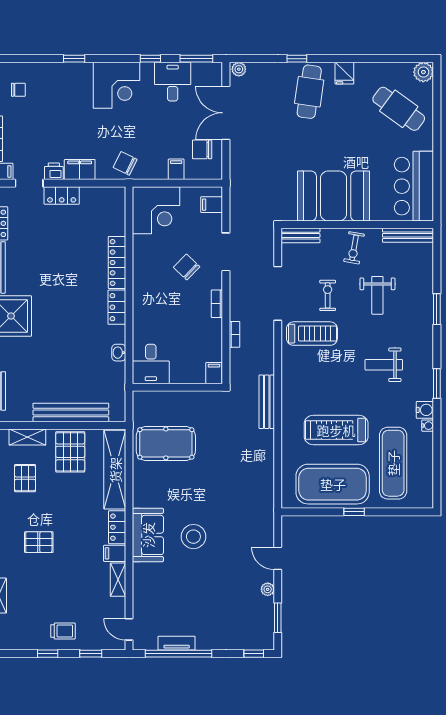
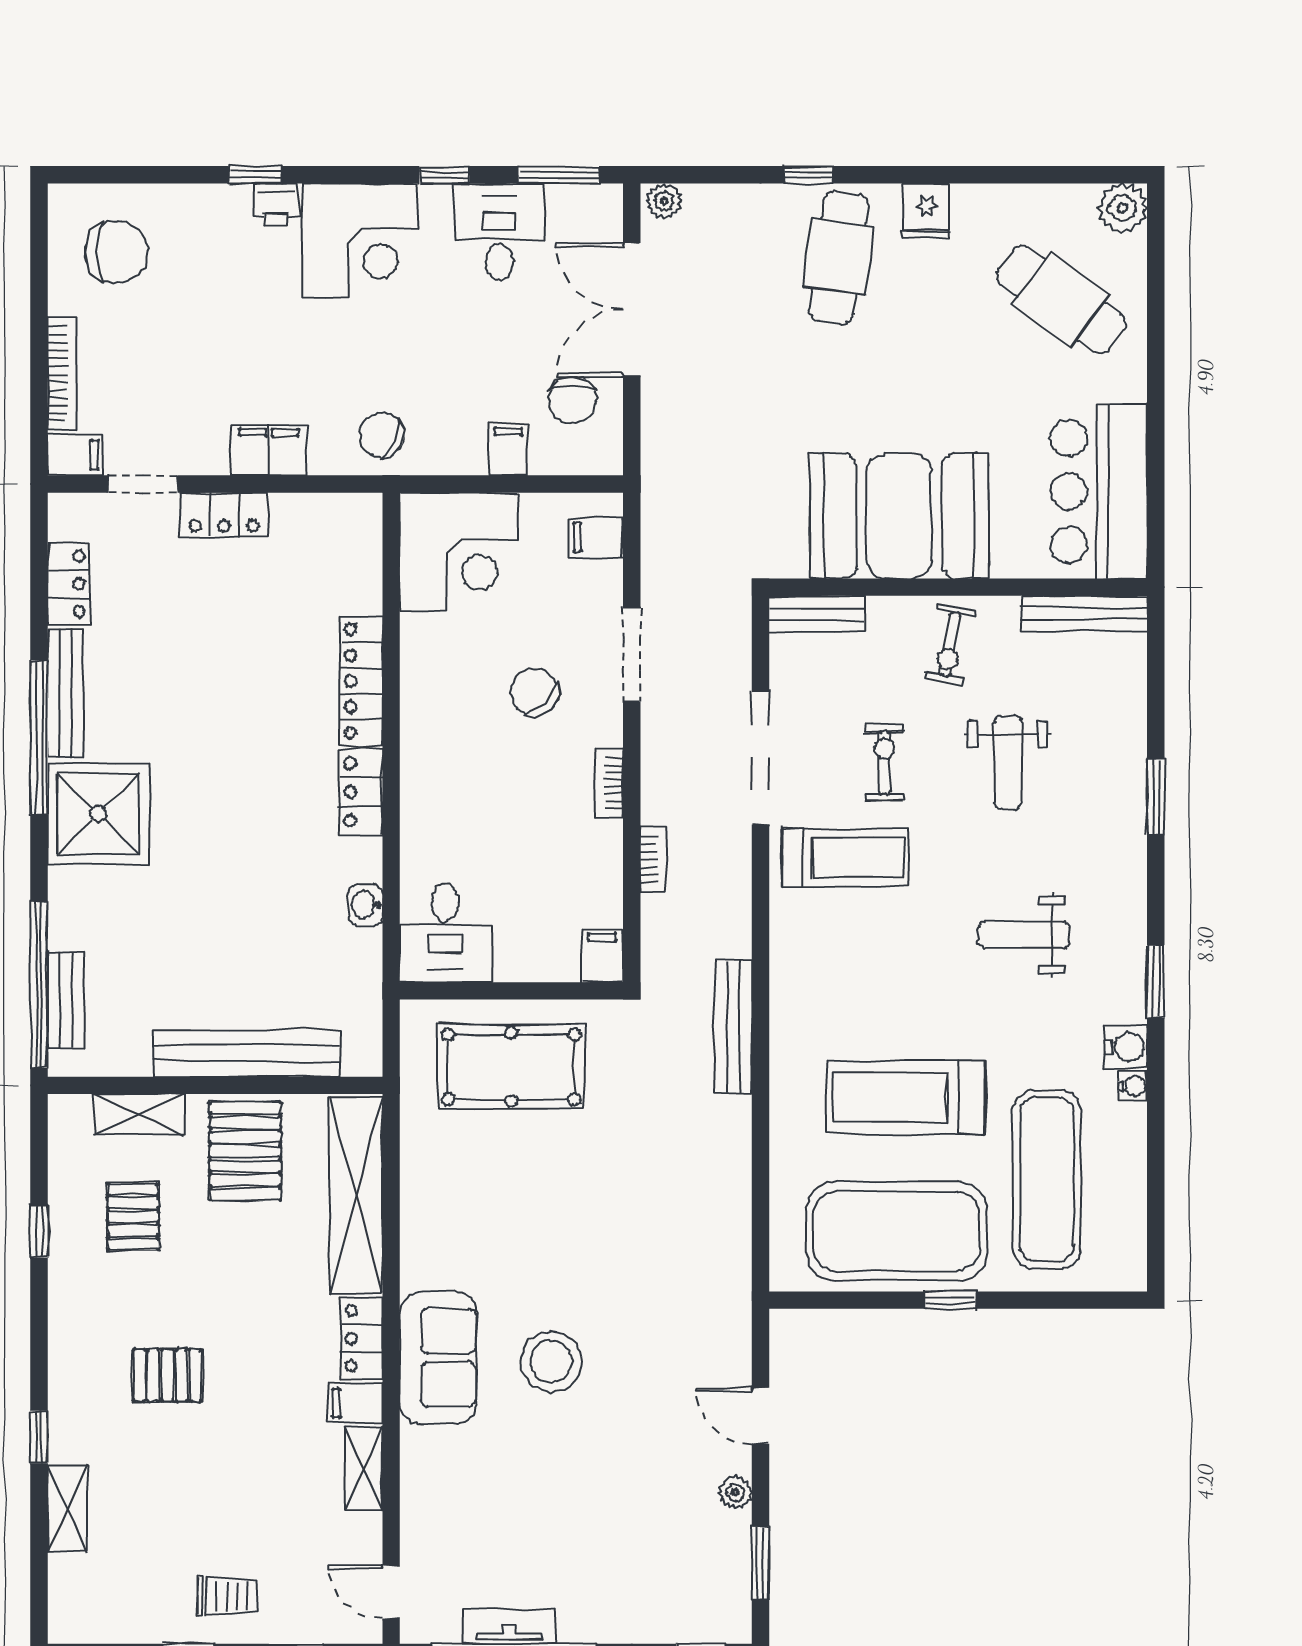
chair: (18, 90) -> (117, 252), width x1.87, depth x1.87
chair: (202, 149) -> (573, 400), turned -90
printer: (54, 171) -> (276, 204), moved, turned 180
pool table: (166, 443) -> (511, 1067), moved

